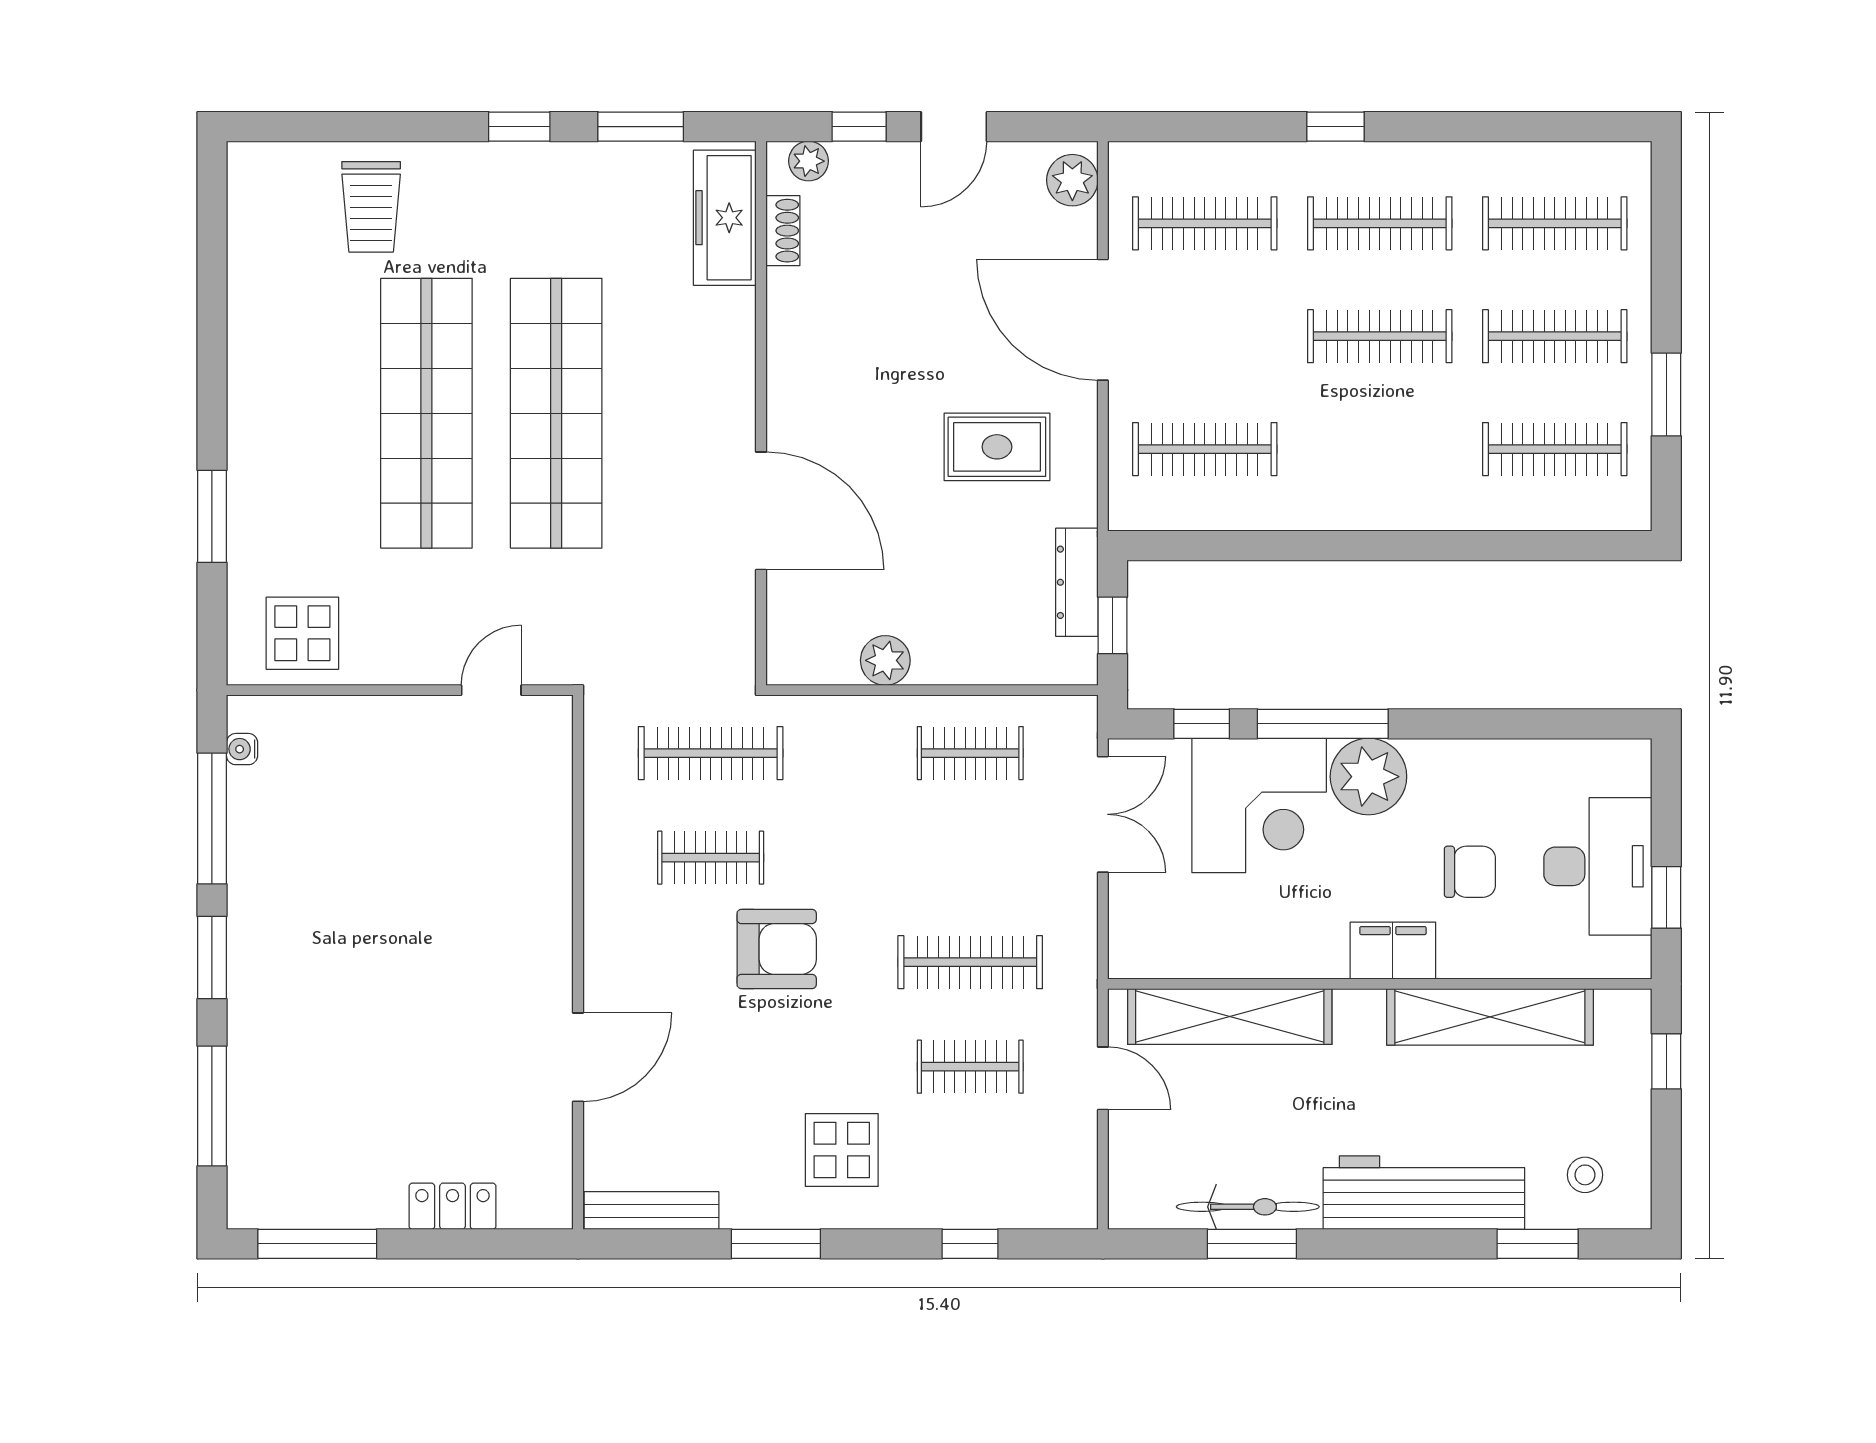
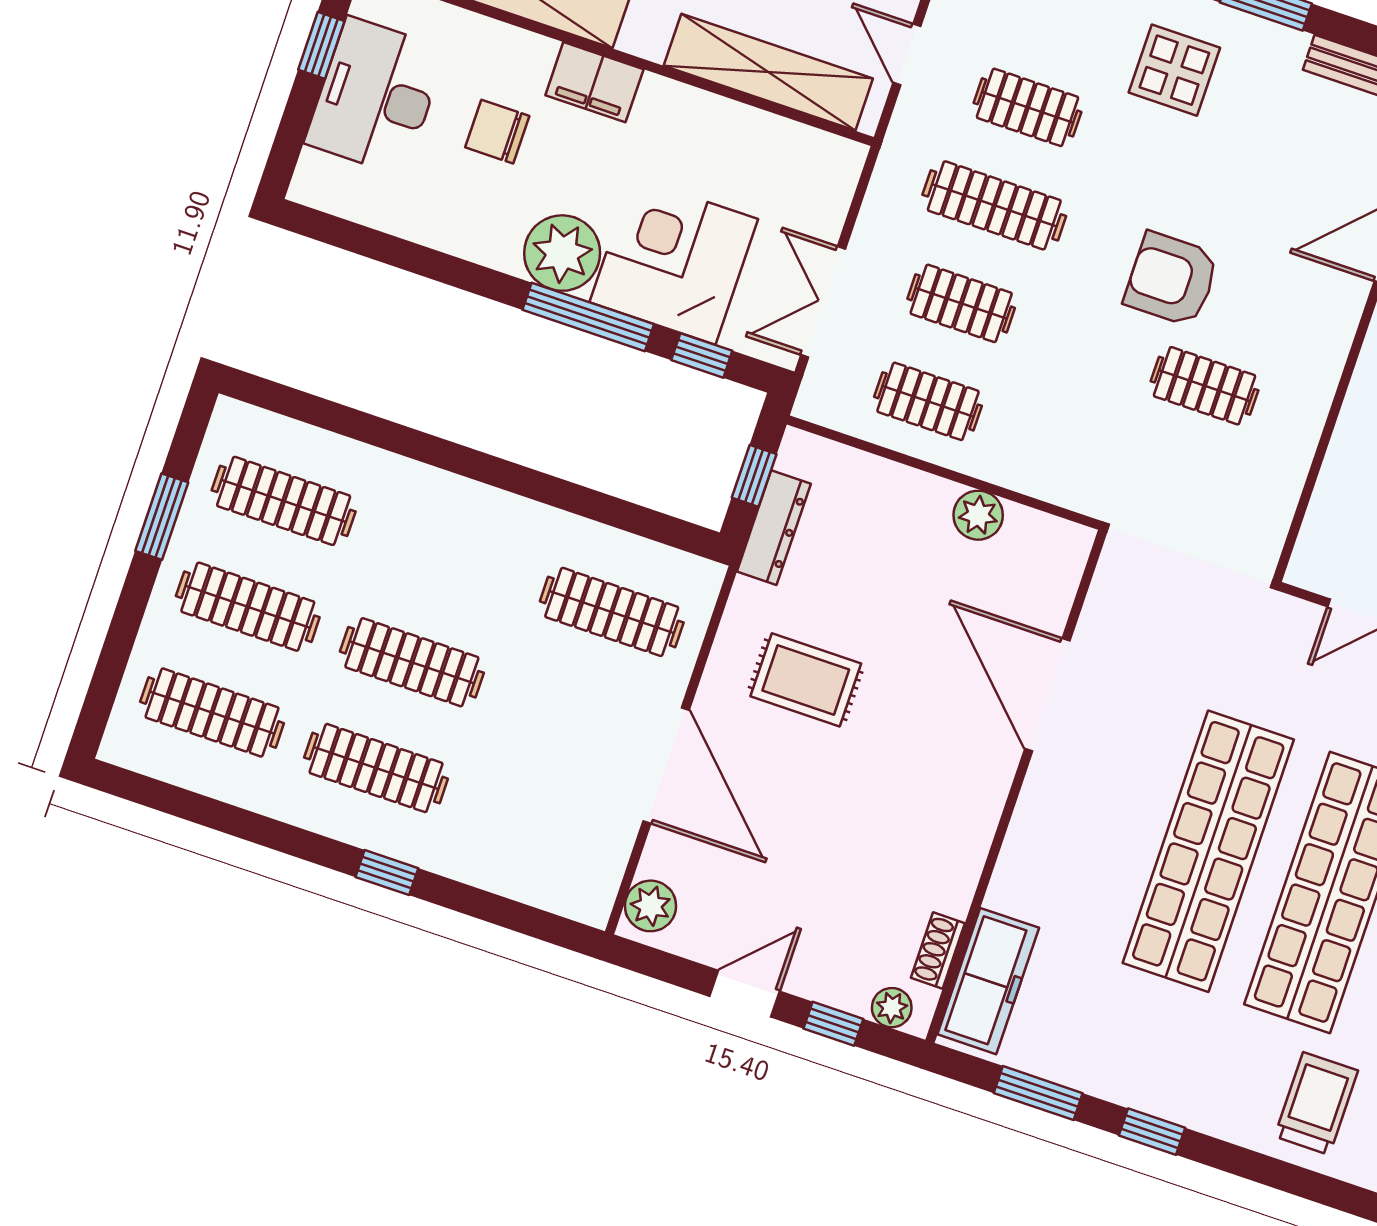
clothes rail: (1205, 223) -> (540, 824), removed
clothes rail: (711, 753) -> (961, 303), moved, width x0.73

